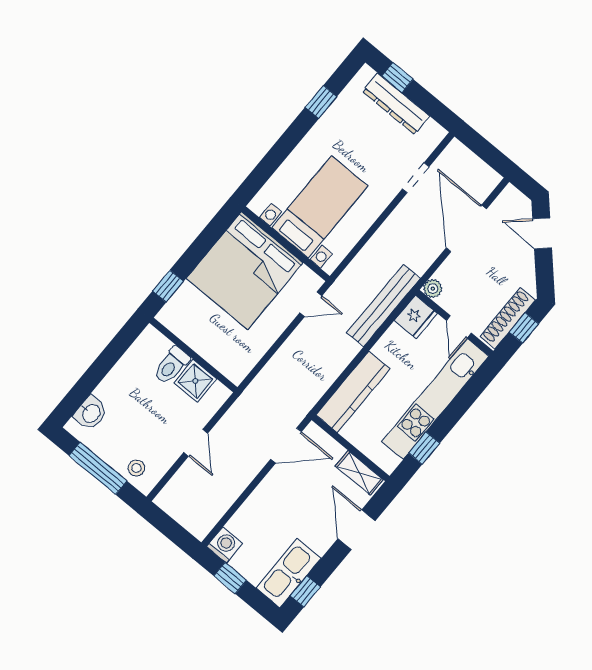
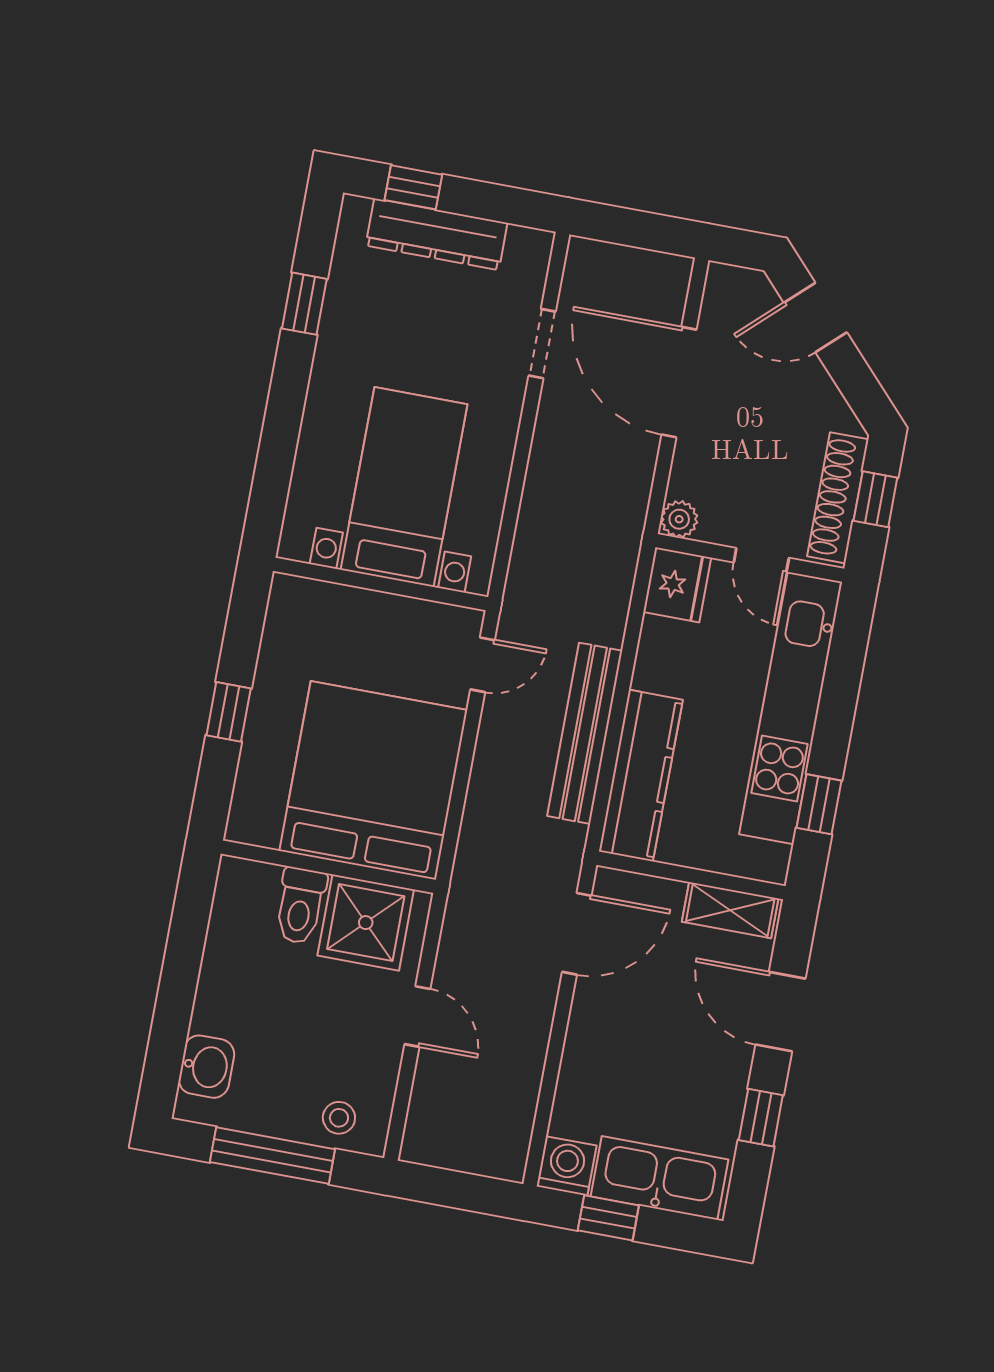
bed: (245, 271) -> (373, 780), moved, turned 180
window: (168, 286) -> (229, 712), moved
bench: (384, 305) -> (585, 733), moved
shower: (195, 381) -> (366, 923), width x1.36, depth x1.36
kitchen sink: (289, 573) -> (660, 1178), moved, turned 90
window: (305, 591) -> (761, 1118), moved

